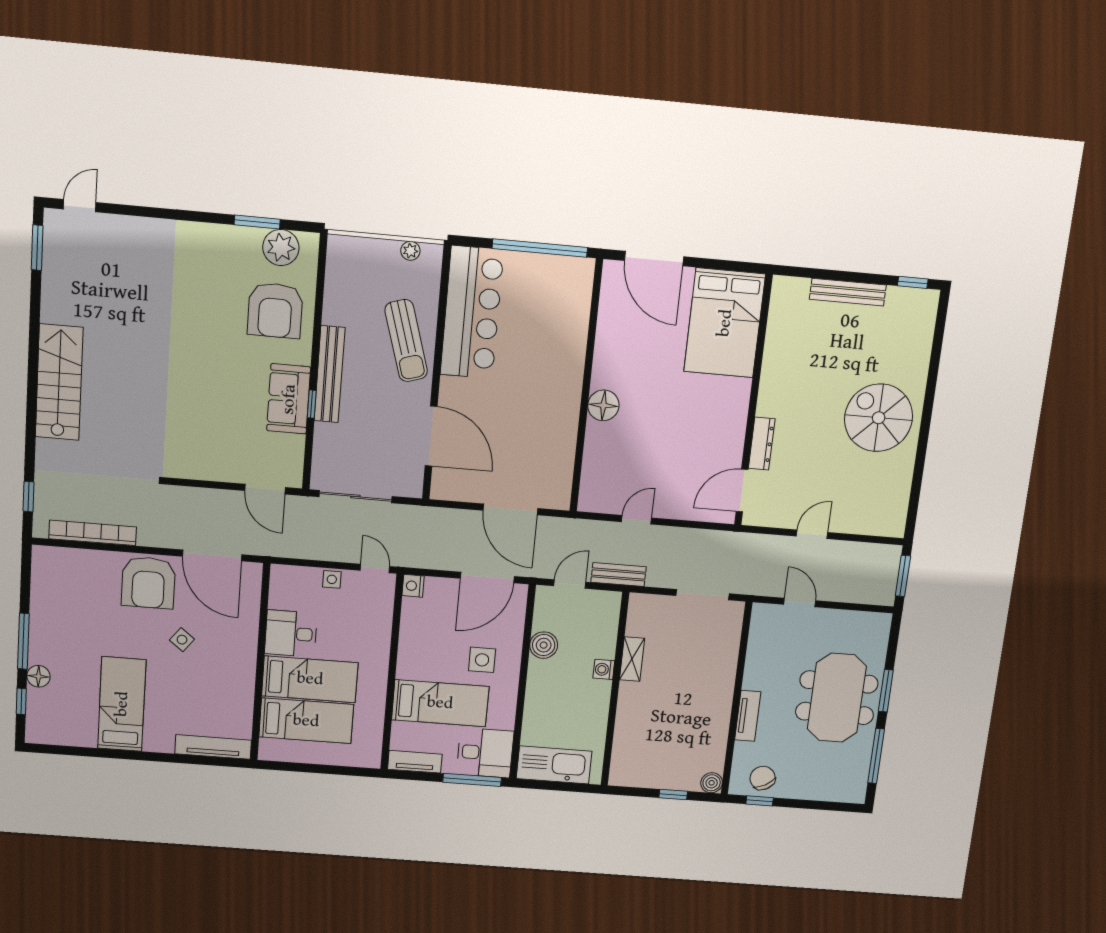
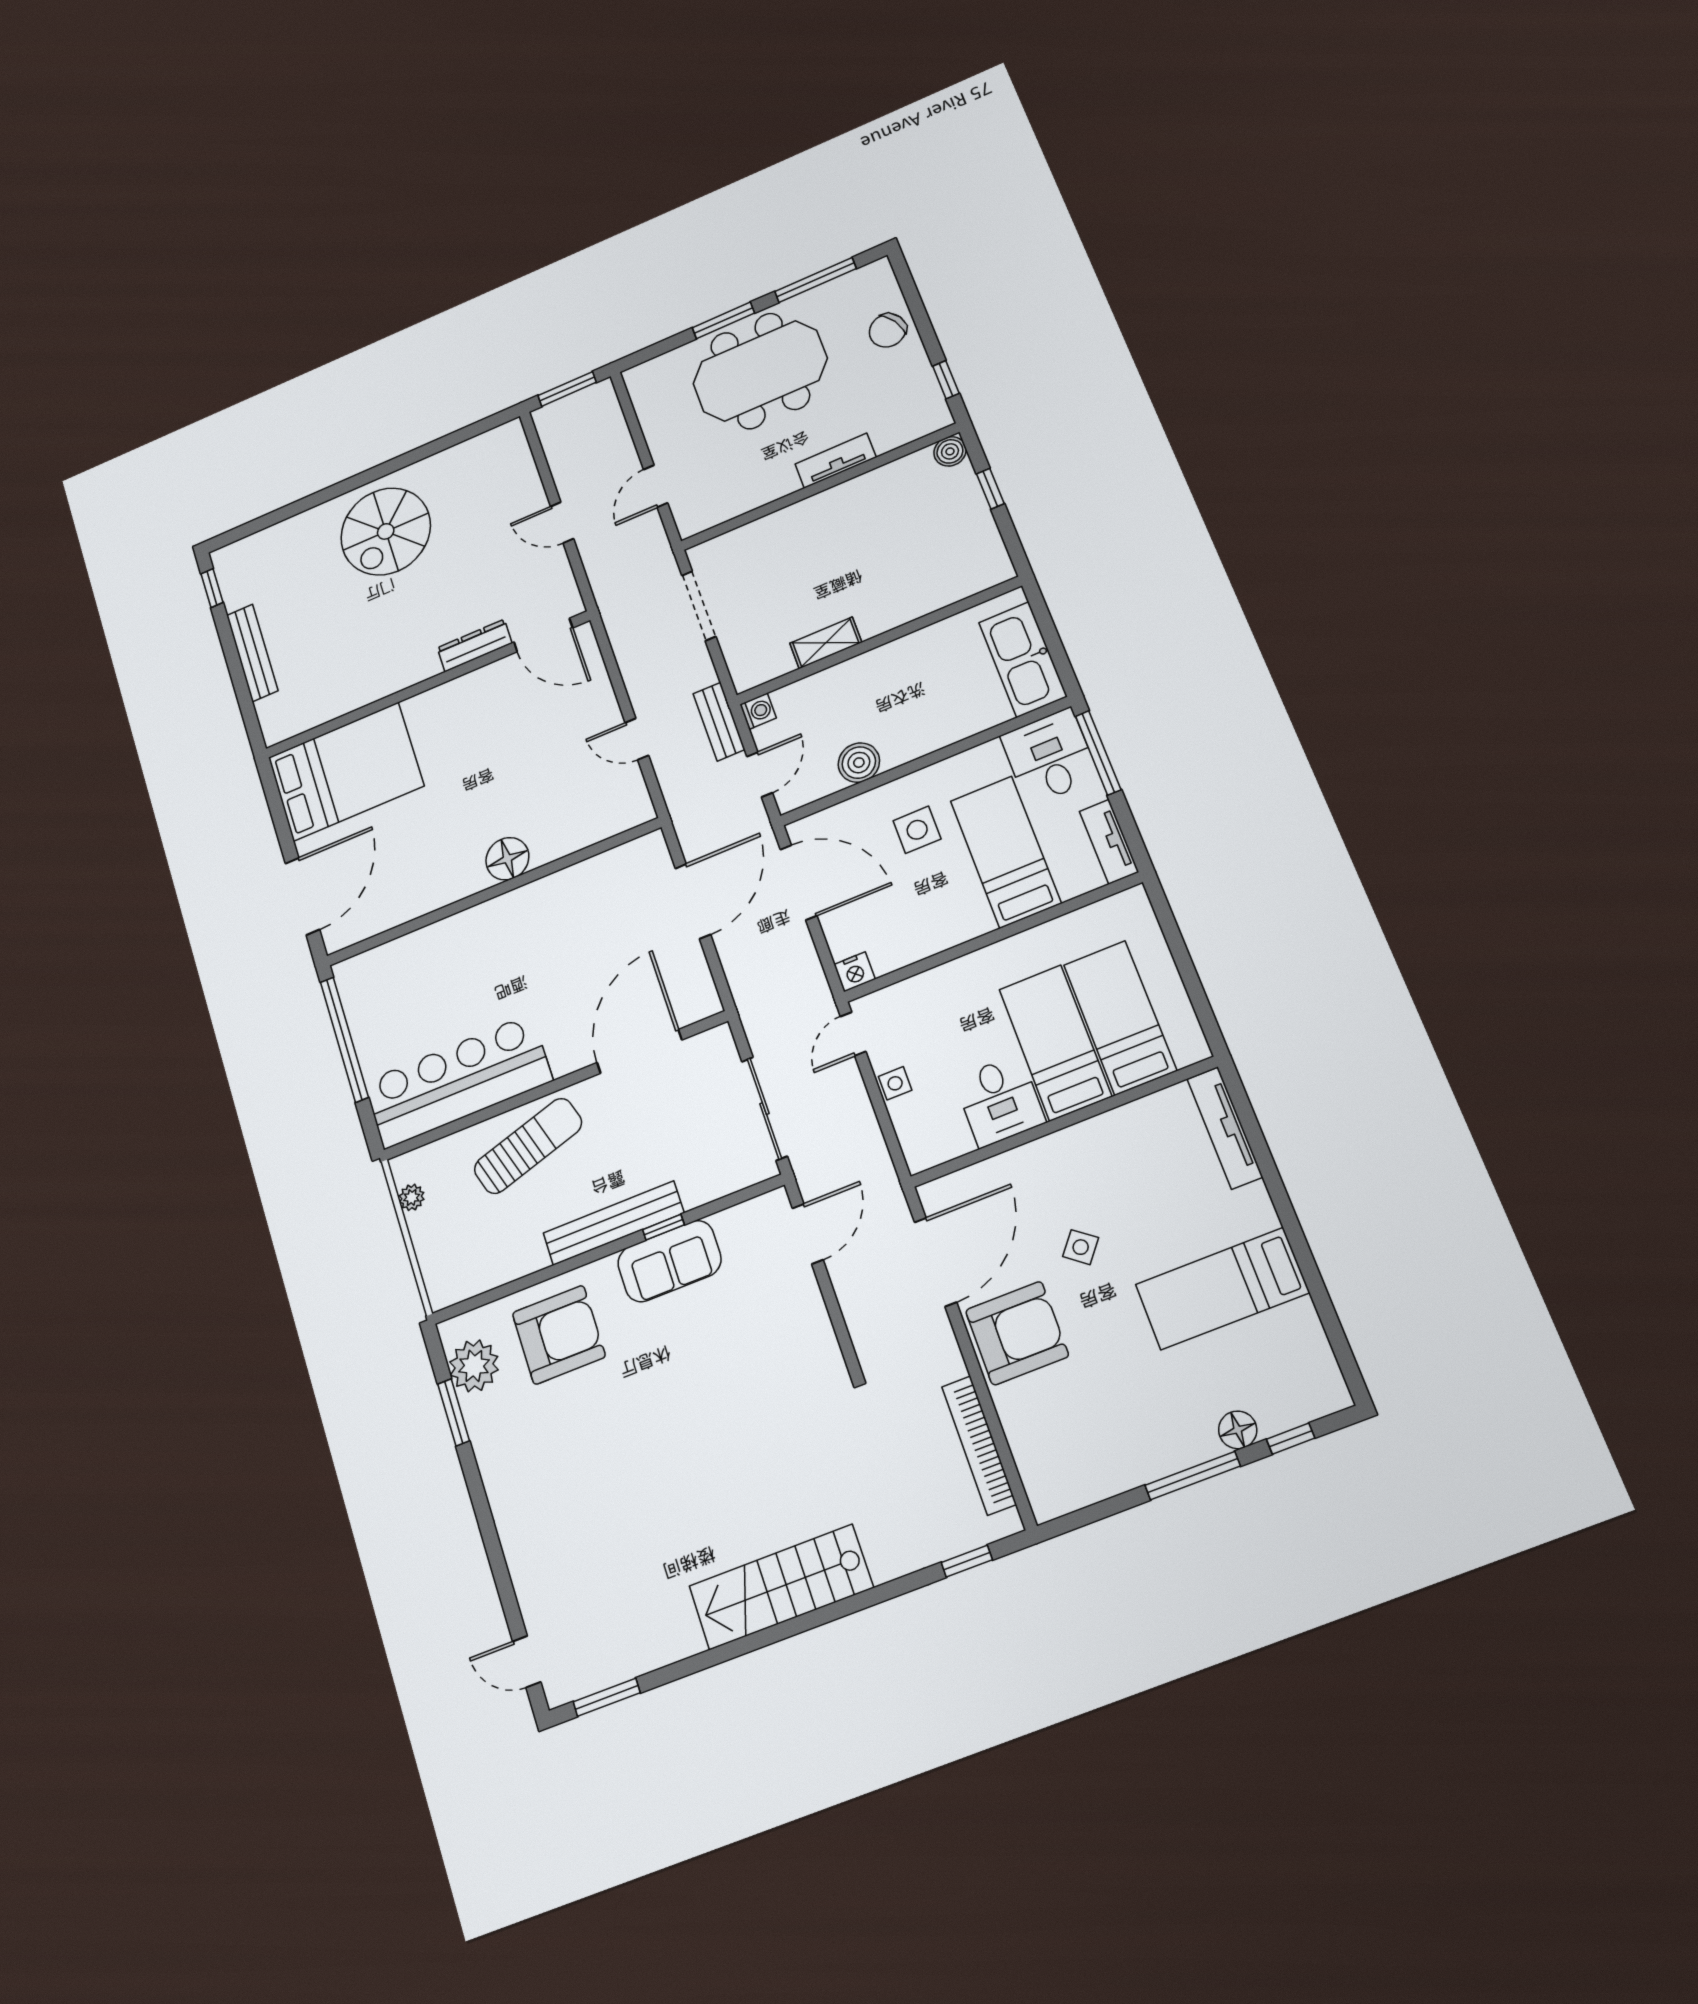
door: (570, 584) -> (760, 775), swing flipped
washing machine: (604, 669) -> (758, 711), moved, turned -90
chair: (763, 778) -> (888, 330), moved

